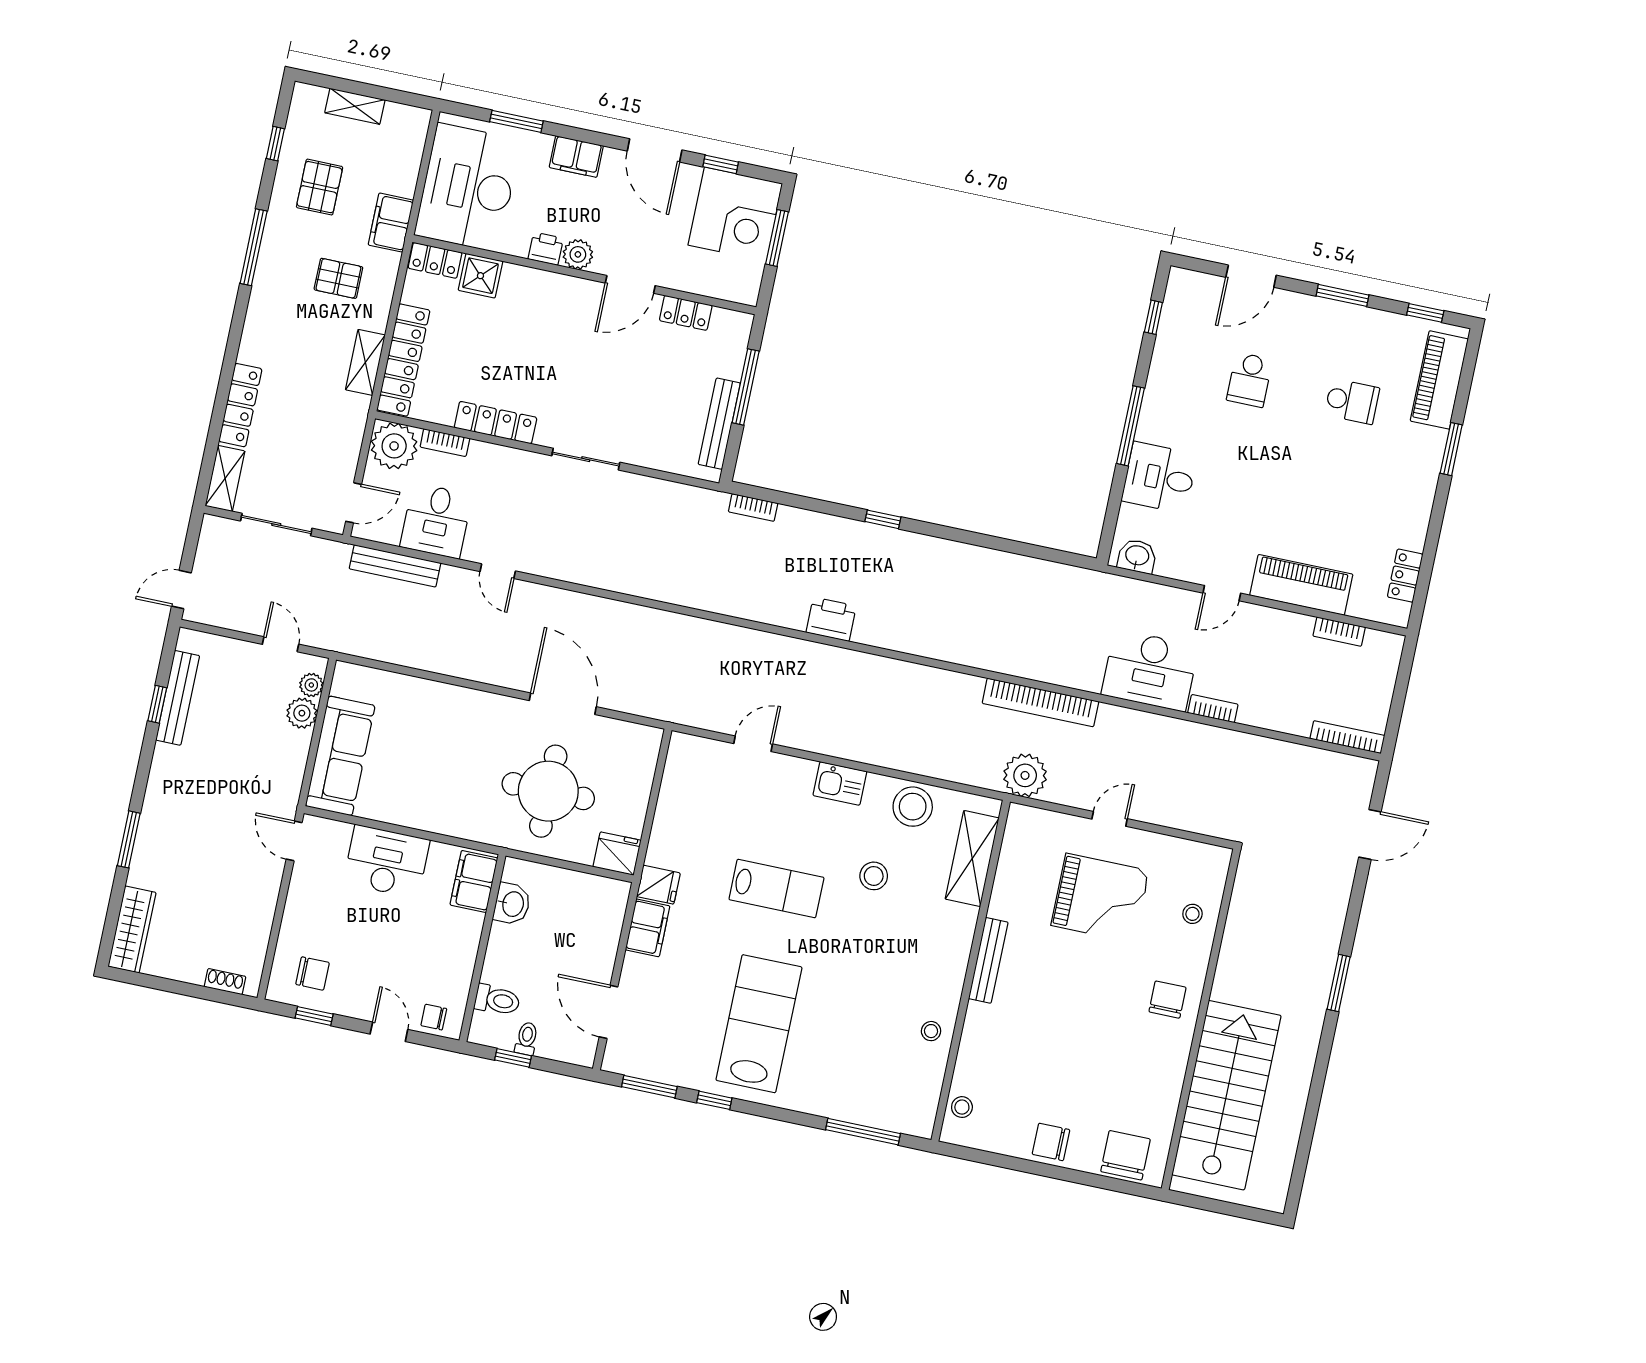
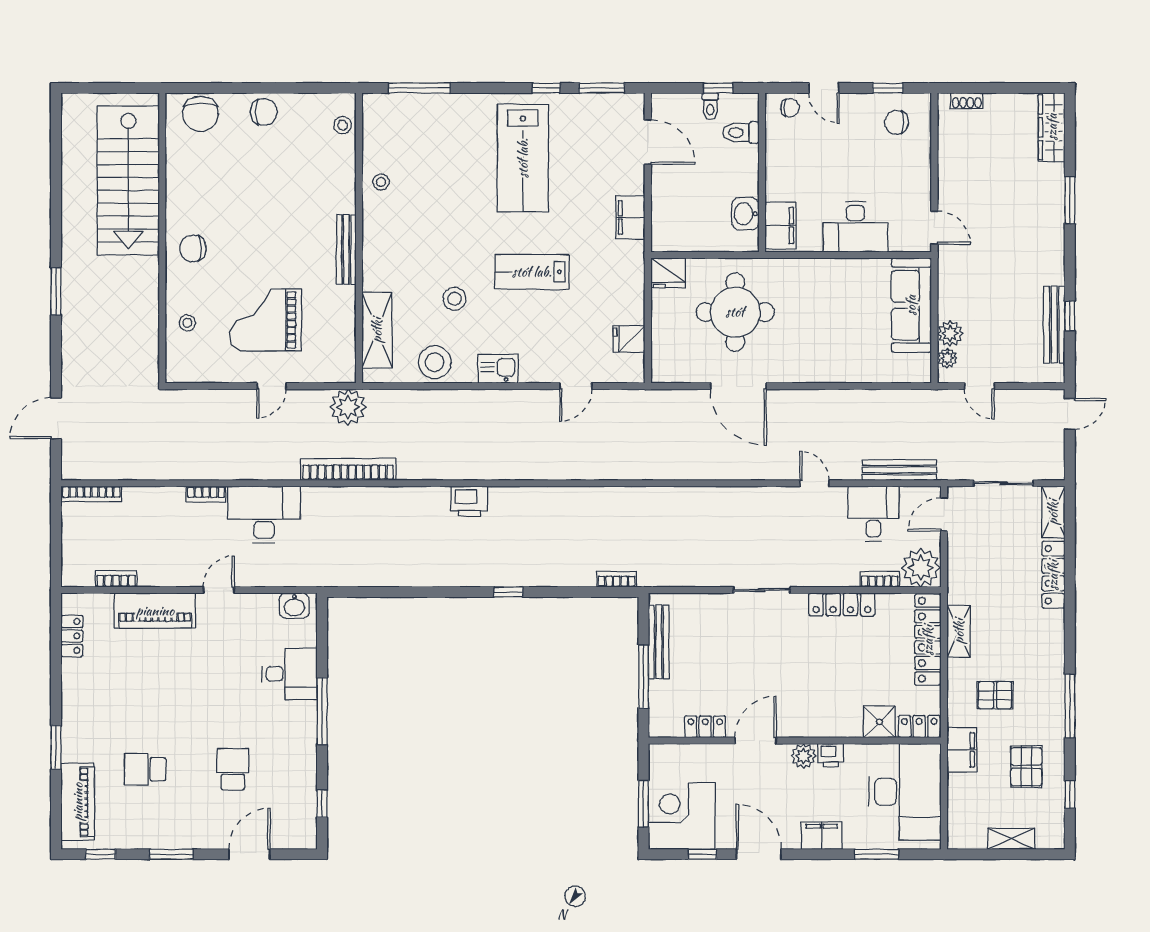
printer: (831, 619) -> (469, 501), moved
fridge: (658, 885) -> (629, 339), moved
chair: (1167, 1000) -> (193, 248), turned 90

